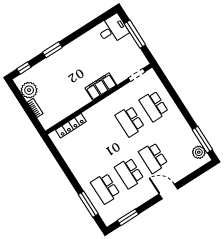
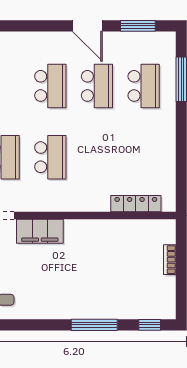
window: (52, 50) -> (94, 325), width x1.44
filing cabinet: (101, 86) -> (40, 231), moved
plant: (29, 90) -> (162, 290), removed
door: (168, 192) -> (87, 26), moved

